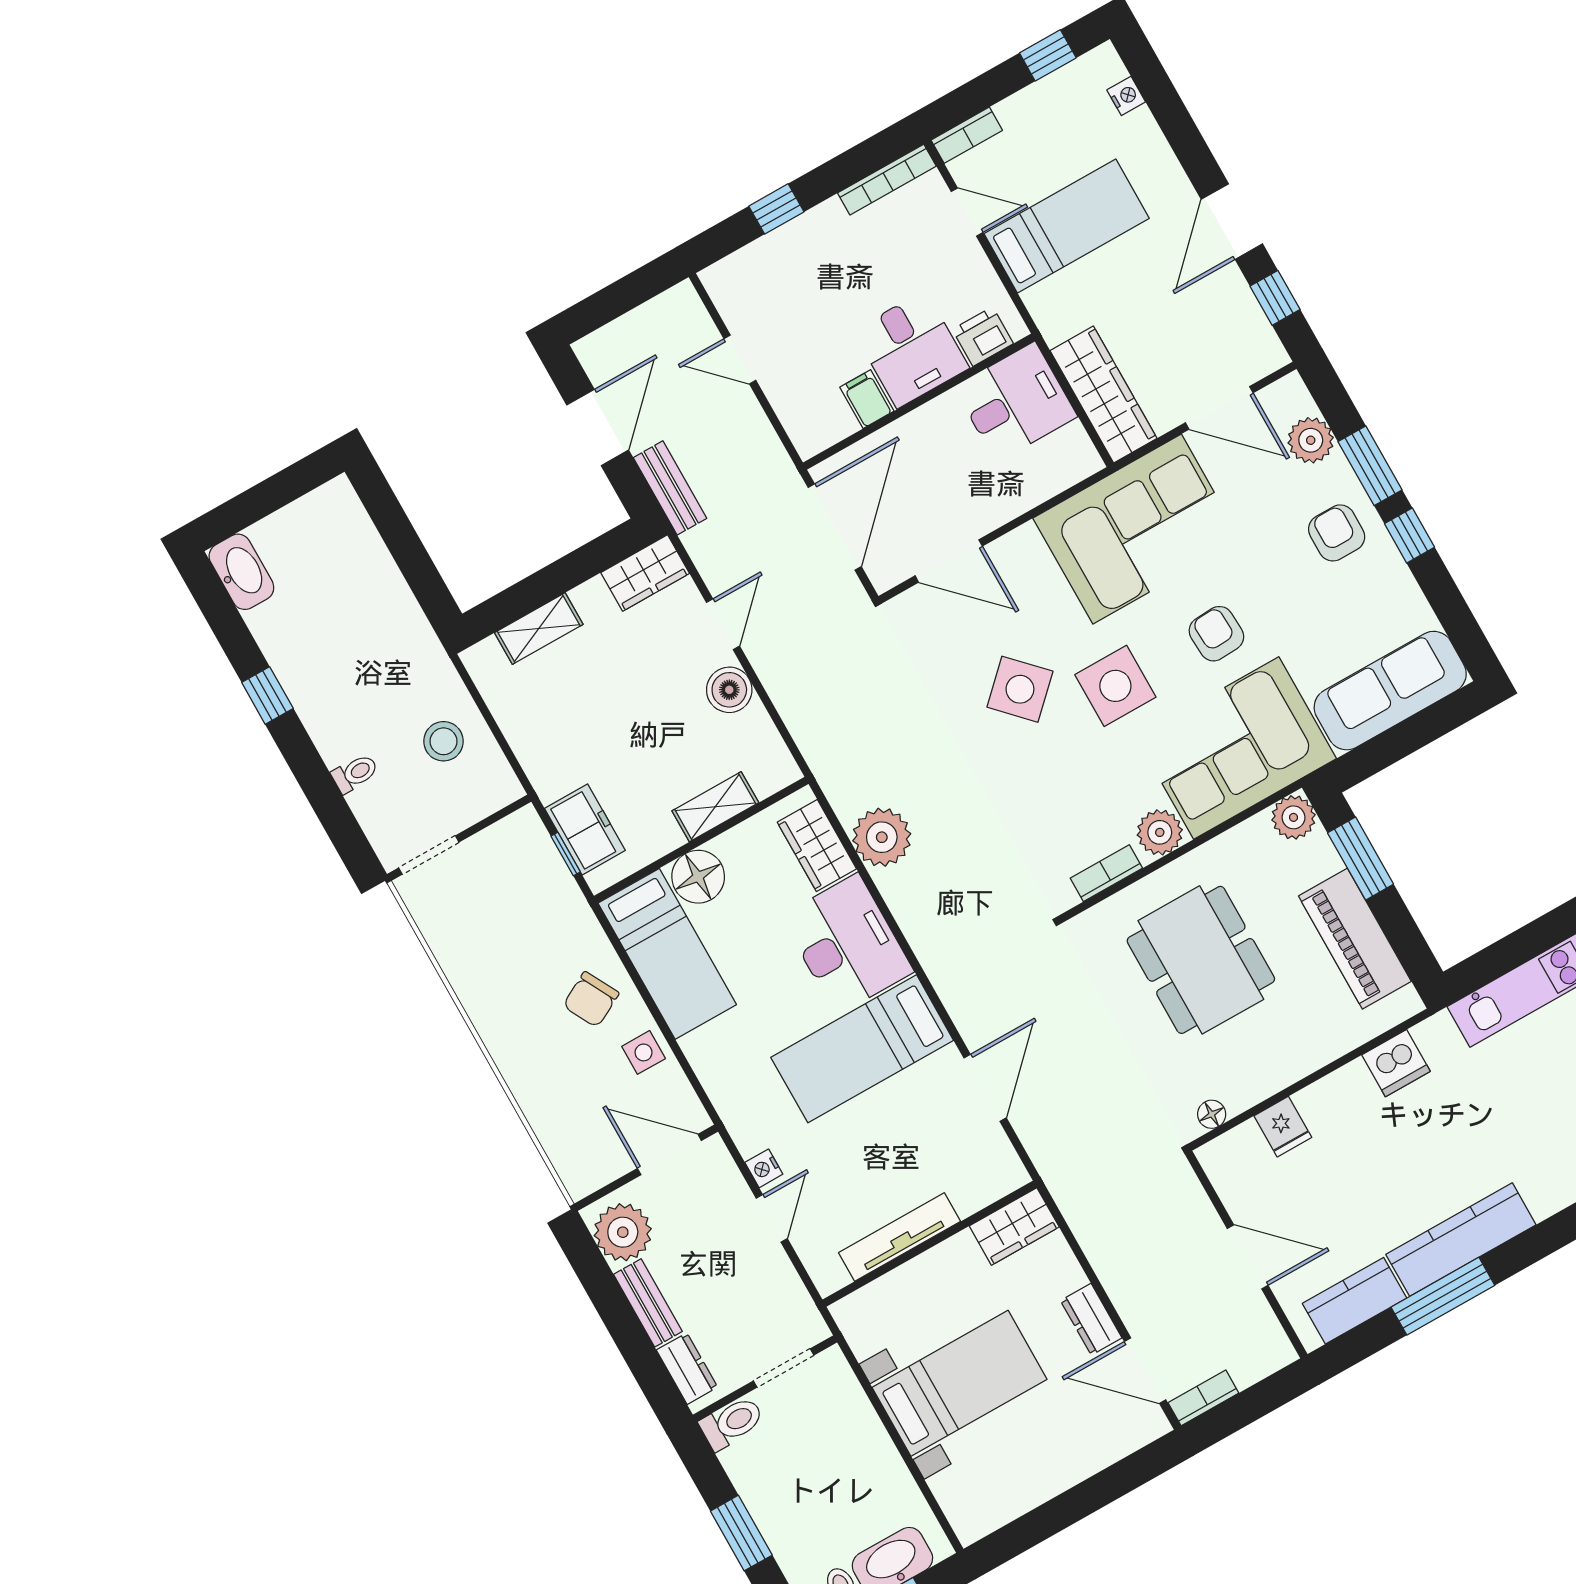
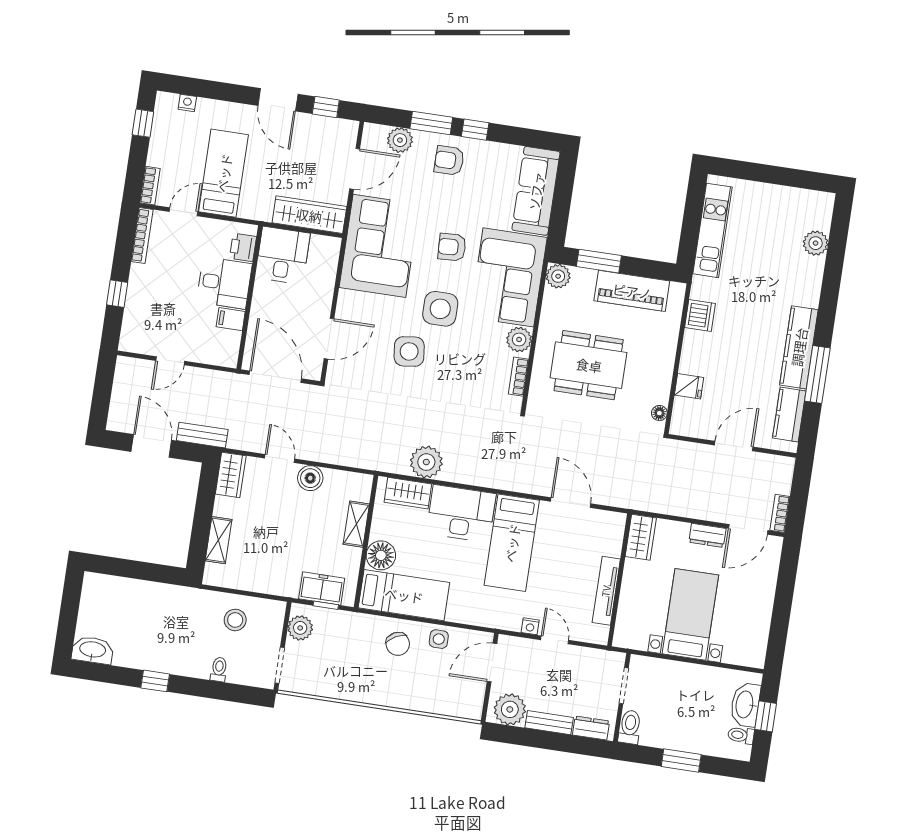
side table: (1020, 689) -> (409, 351), turned 37
plant: (505, 843) -> (300, 628), added

